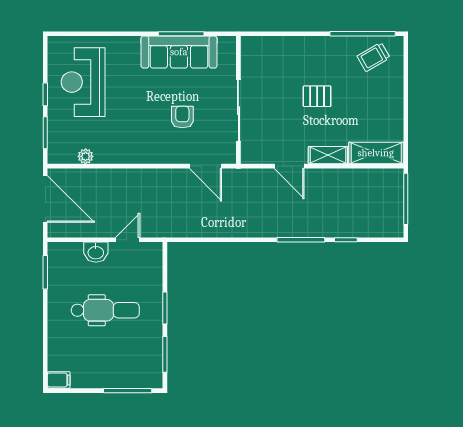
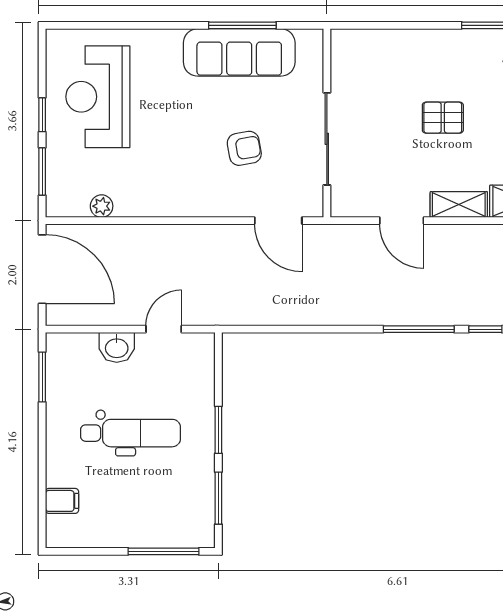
armchair: (182, 117) -> (244, 148), turned 80
filing cabinet: (59, 380) -> (62, 501), moved

